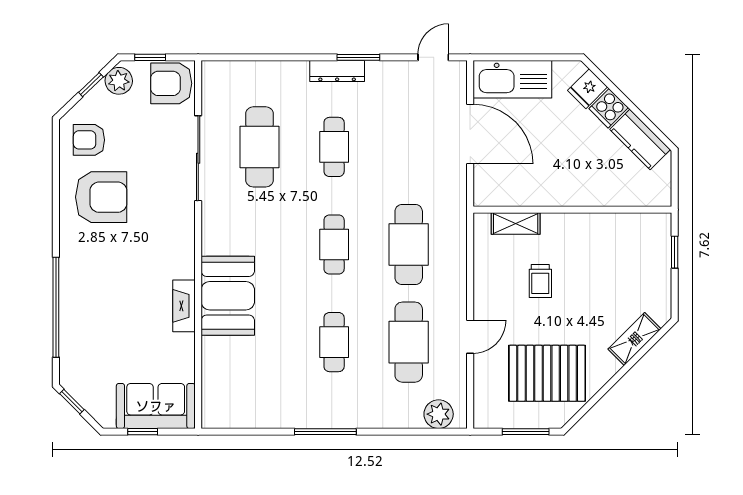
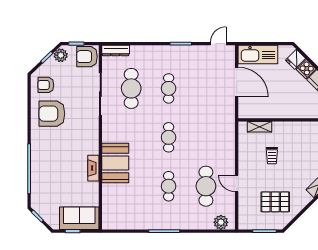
dresser: (337, 71) -> (116, 50), moved
armchair: (101, 197) -> (52, 114), turned 180
cafe table: (409, 245) -> (206, 137), removed
door: (470, 337) -> (237, 184), swing flipped
pallet: (547, 373) -> (275, 202), width x0.73, depth x0.71

